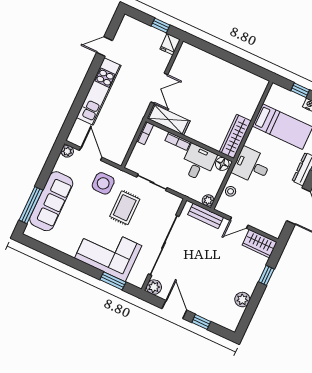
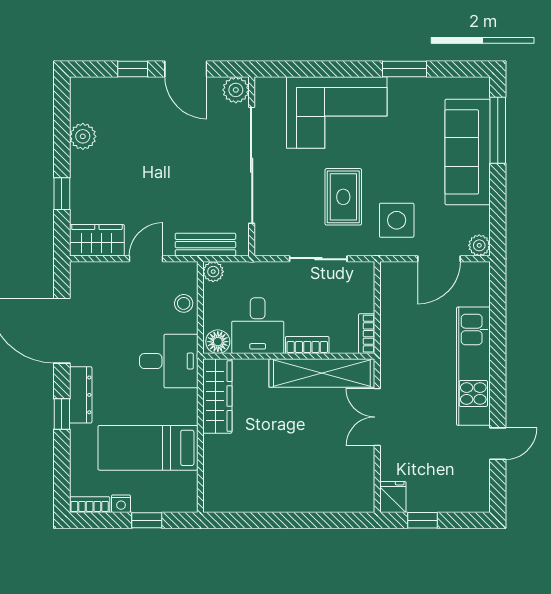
shelving: (168, 120) -> (322, 373), width x1.47
door: (91, 154) -> (439, 259), hinge flipped
window: (113, 281) -> (404, 69), moved

